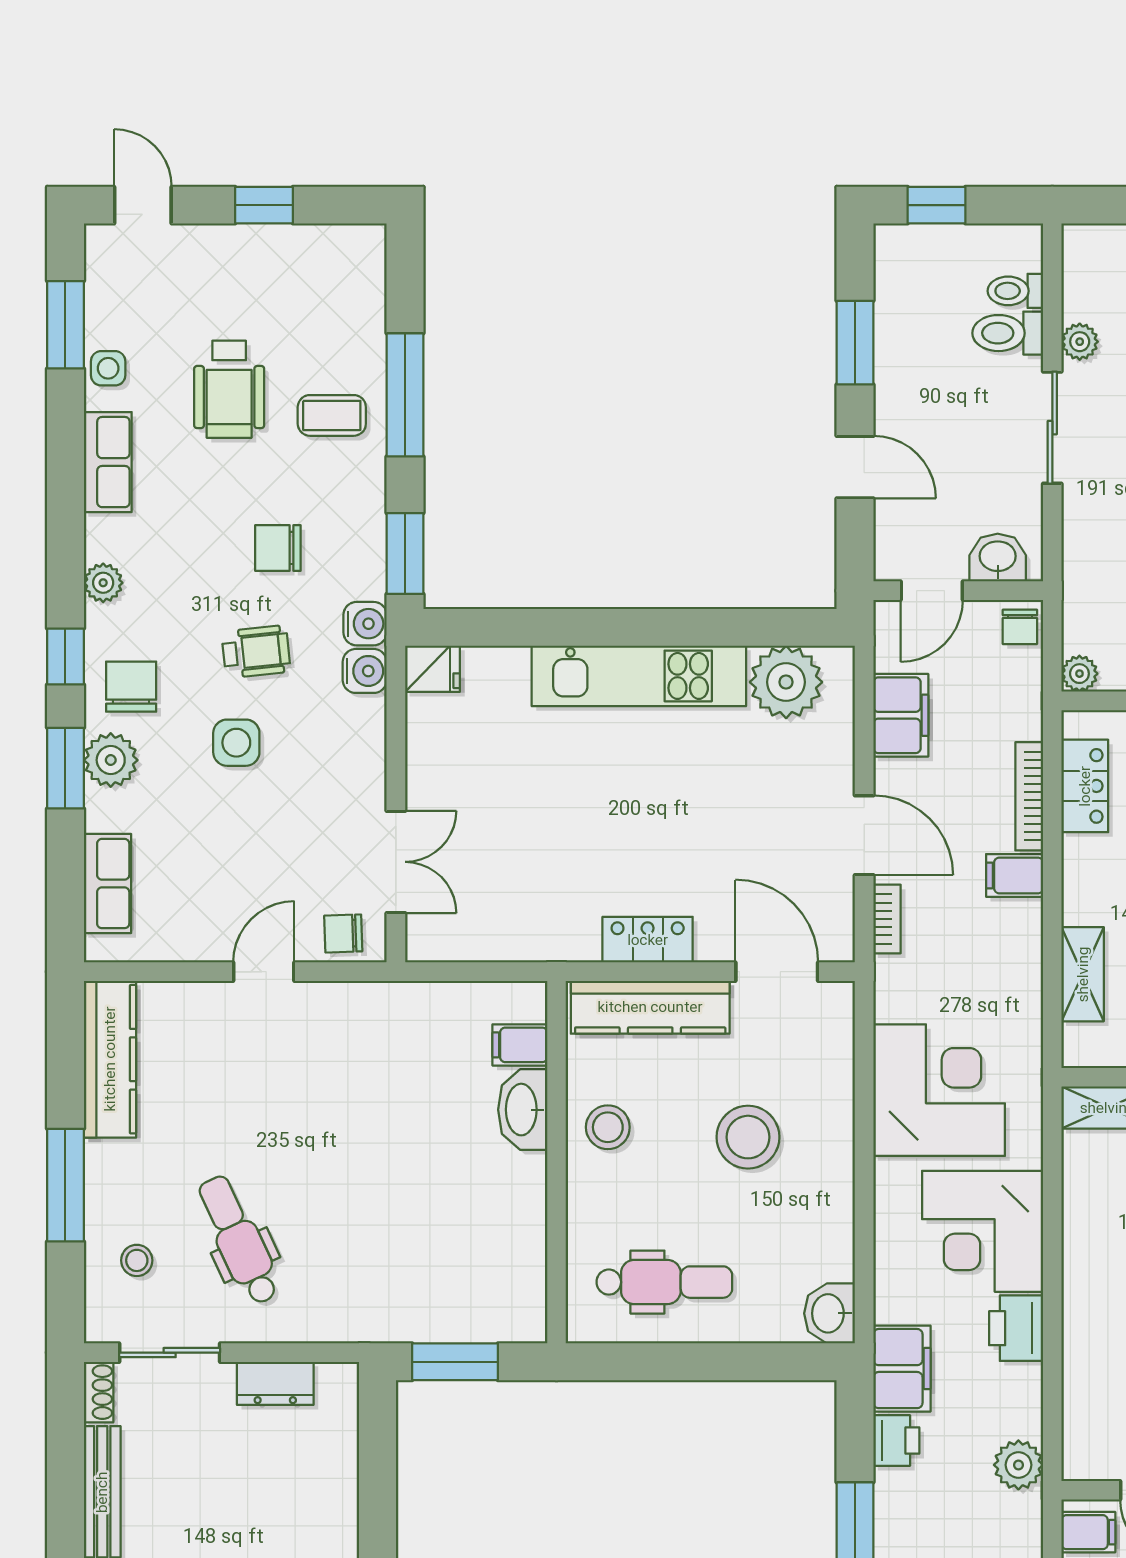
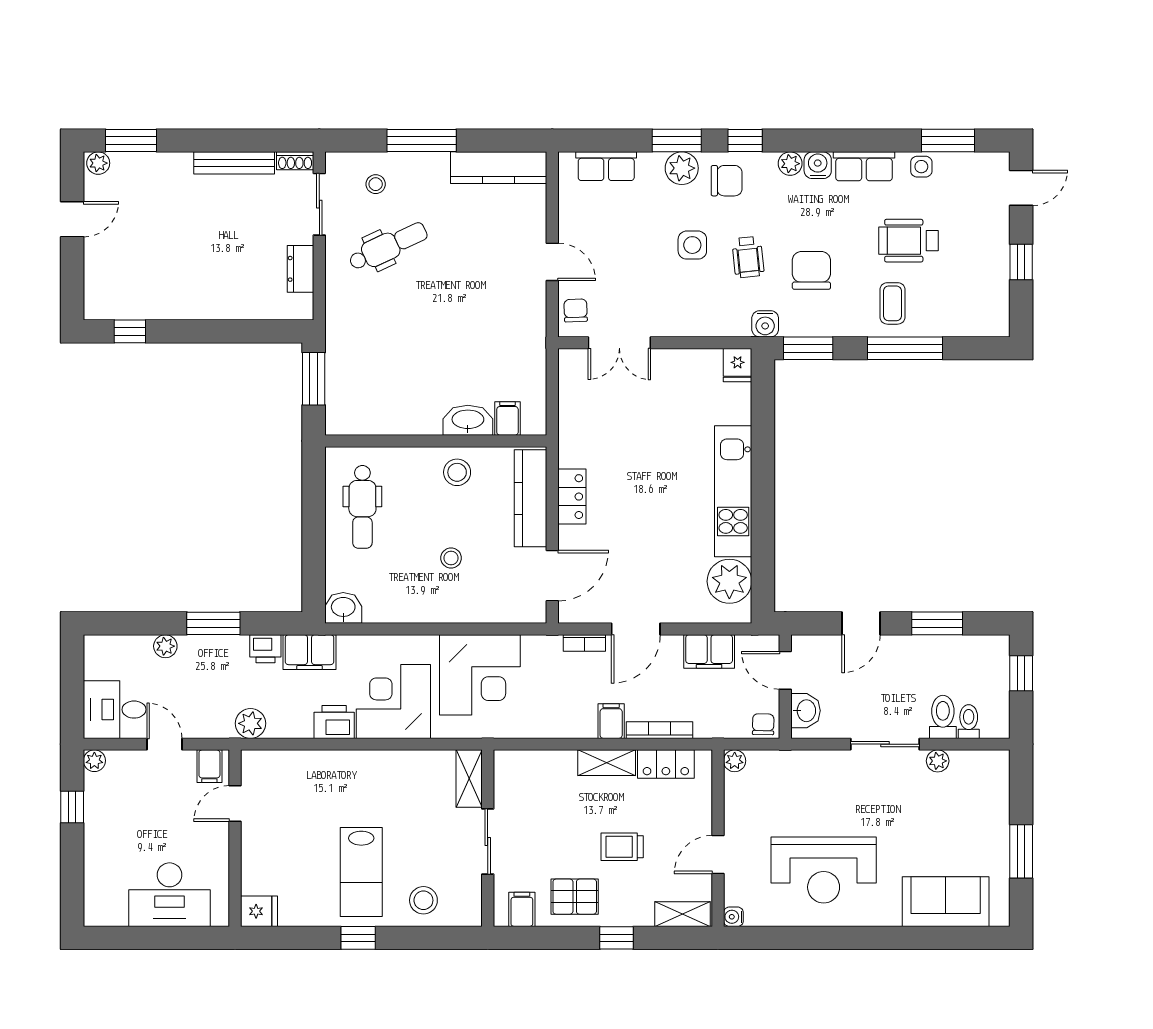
chair: (278, 548) -> (811, 270), width x1.37, depth x1.37
chair: (1020, 627) -> (763, 724), turned 91
water cooler: (365, 671) -> (818, 165), moved, turned 180
shelving: (1083, 974) -> (607, 763), moved
stool: (748, 1137) -> (451, 558), width x0.53, depth x0.53

